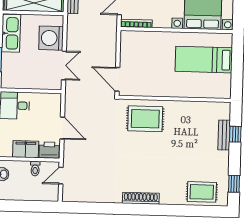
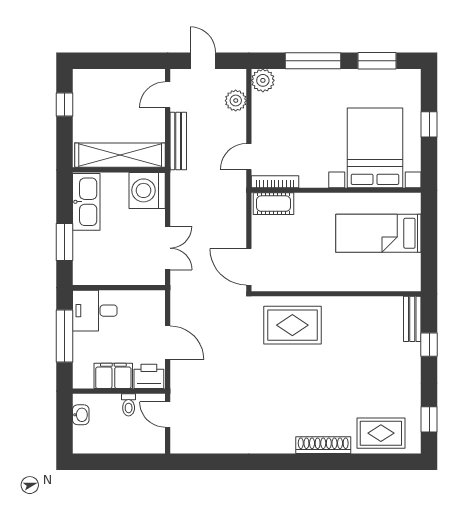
washing machine: (51, 38) -> (147, 190), moved
cot: (135, 38) -> (273, 204), added
bench: (224, 135) -> (412, 319), moved
door: (61, 176) -> (168, 415), hinge flipped
shoe rack: (141, 198) -> (323, 445), moved

